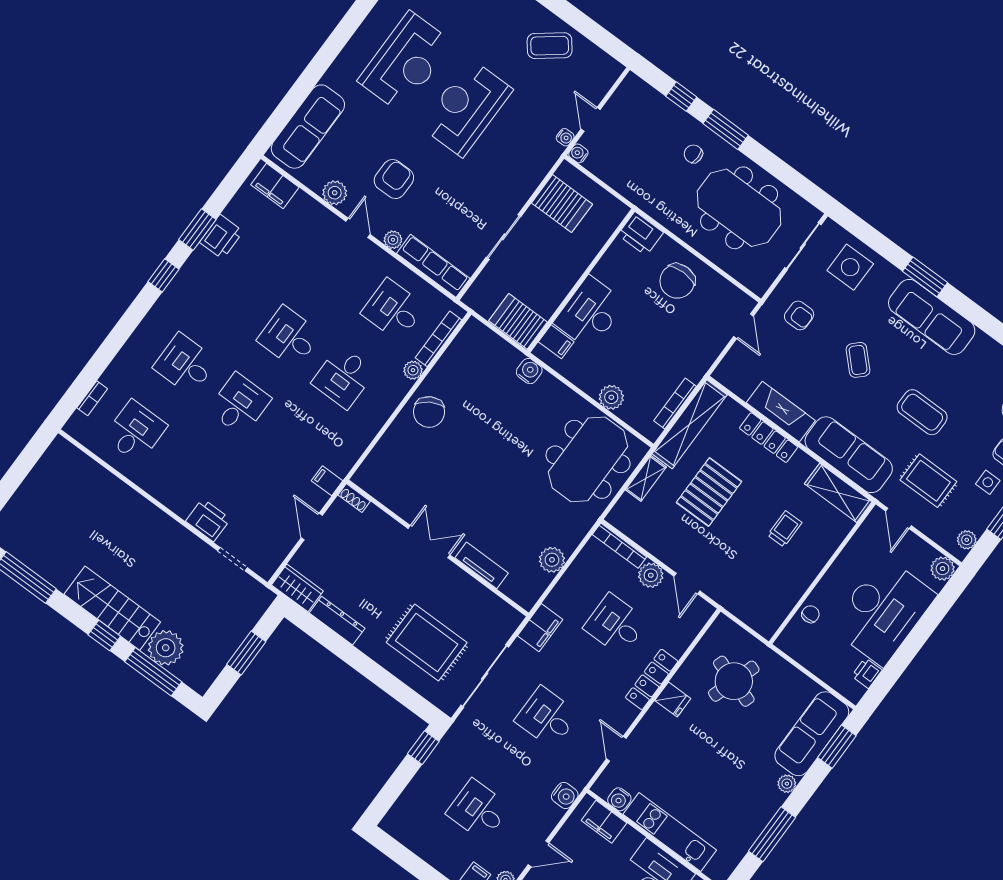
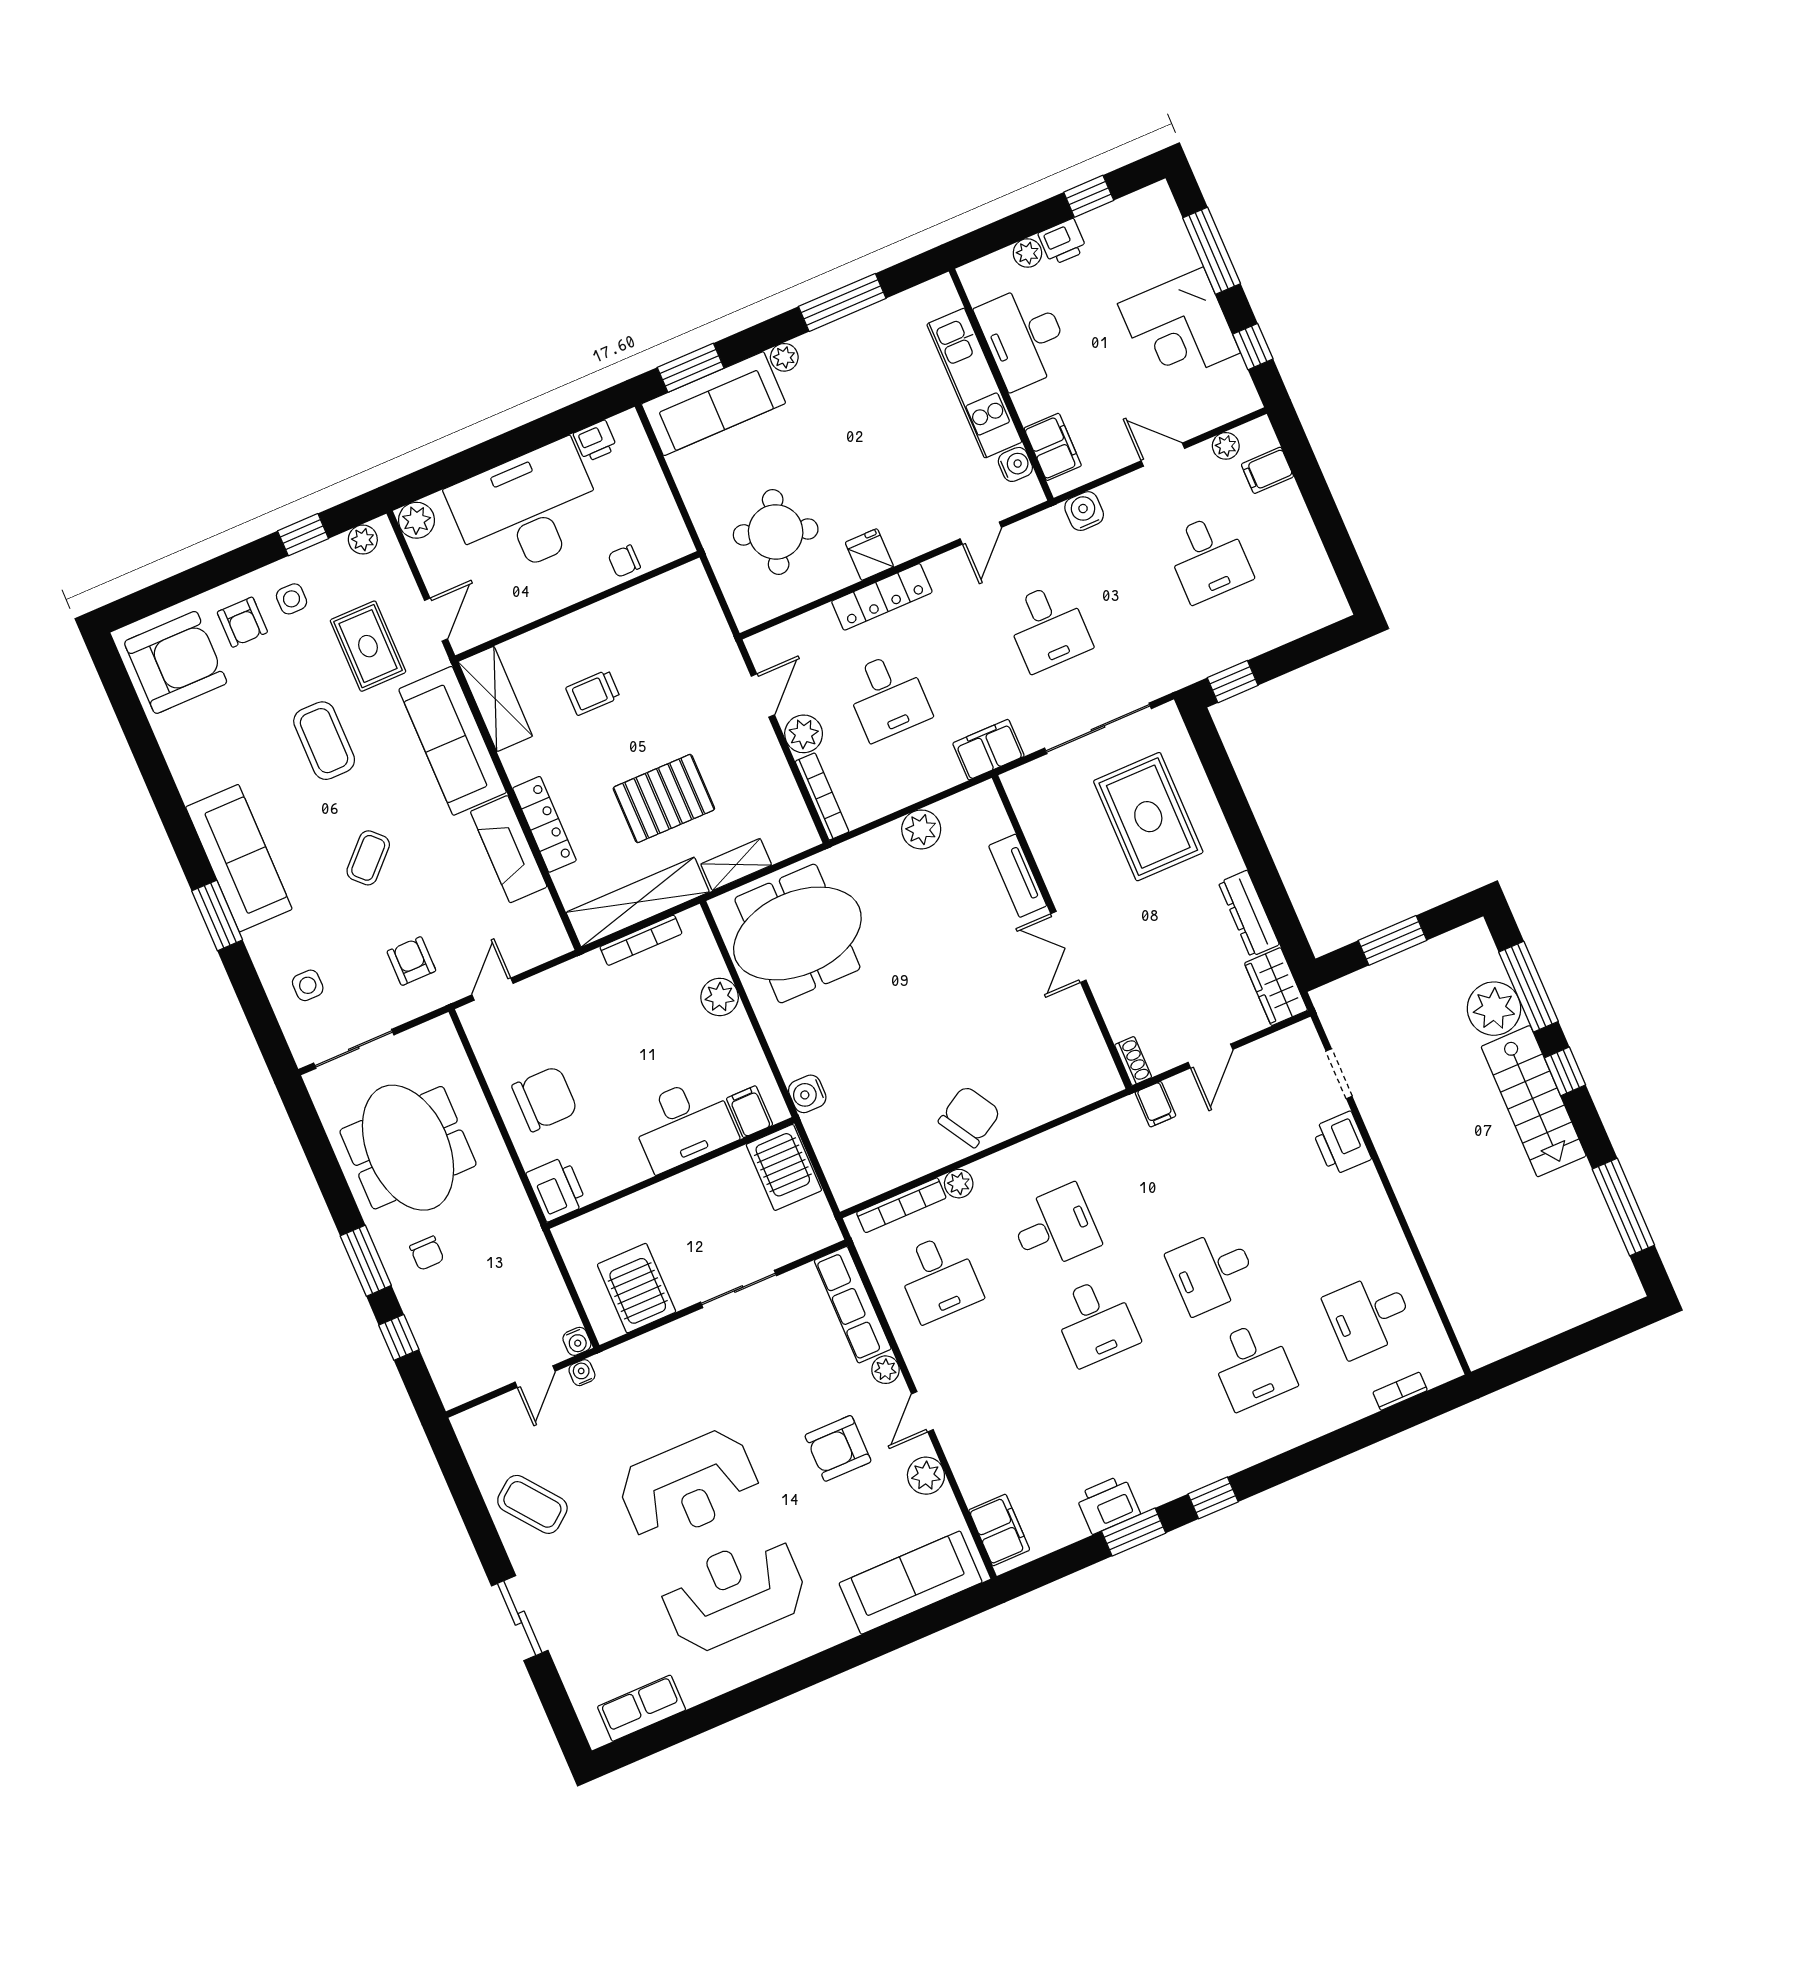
side table: (850, 267) -> (308, 985), width x0.54, depth x0.54

